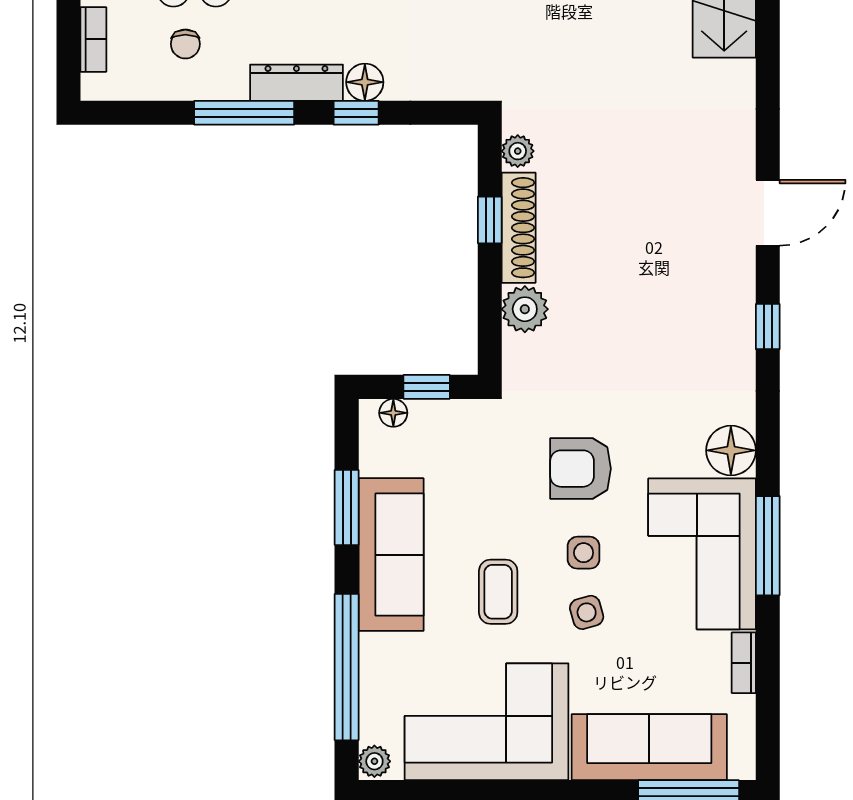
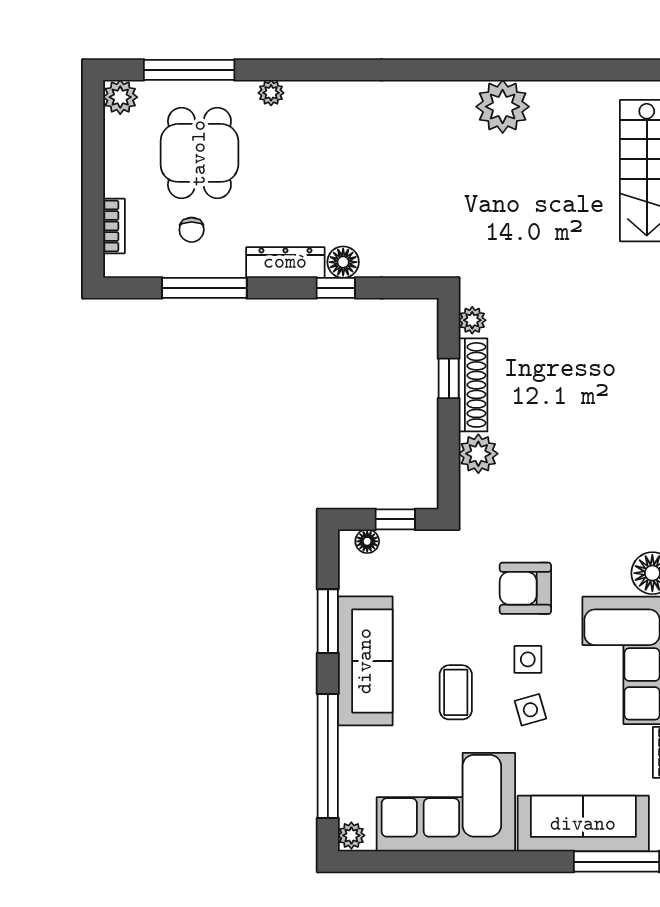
window: (244, 113) -> (204, 288), moved

